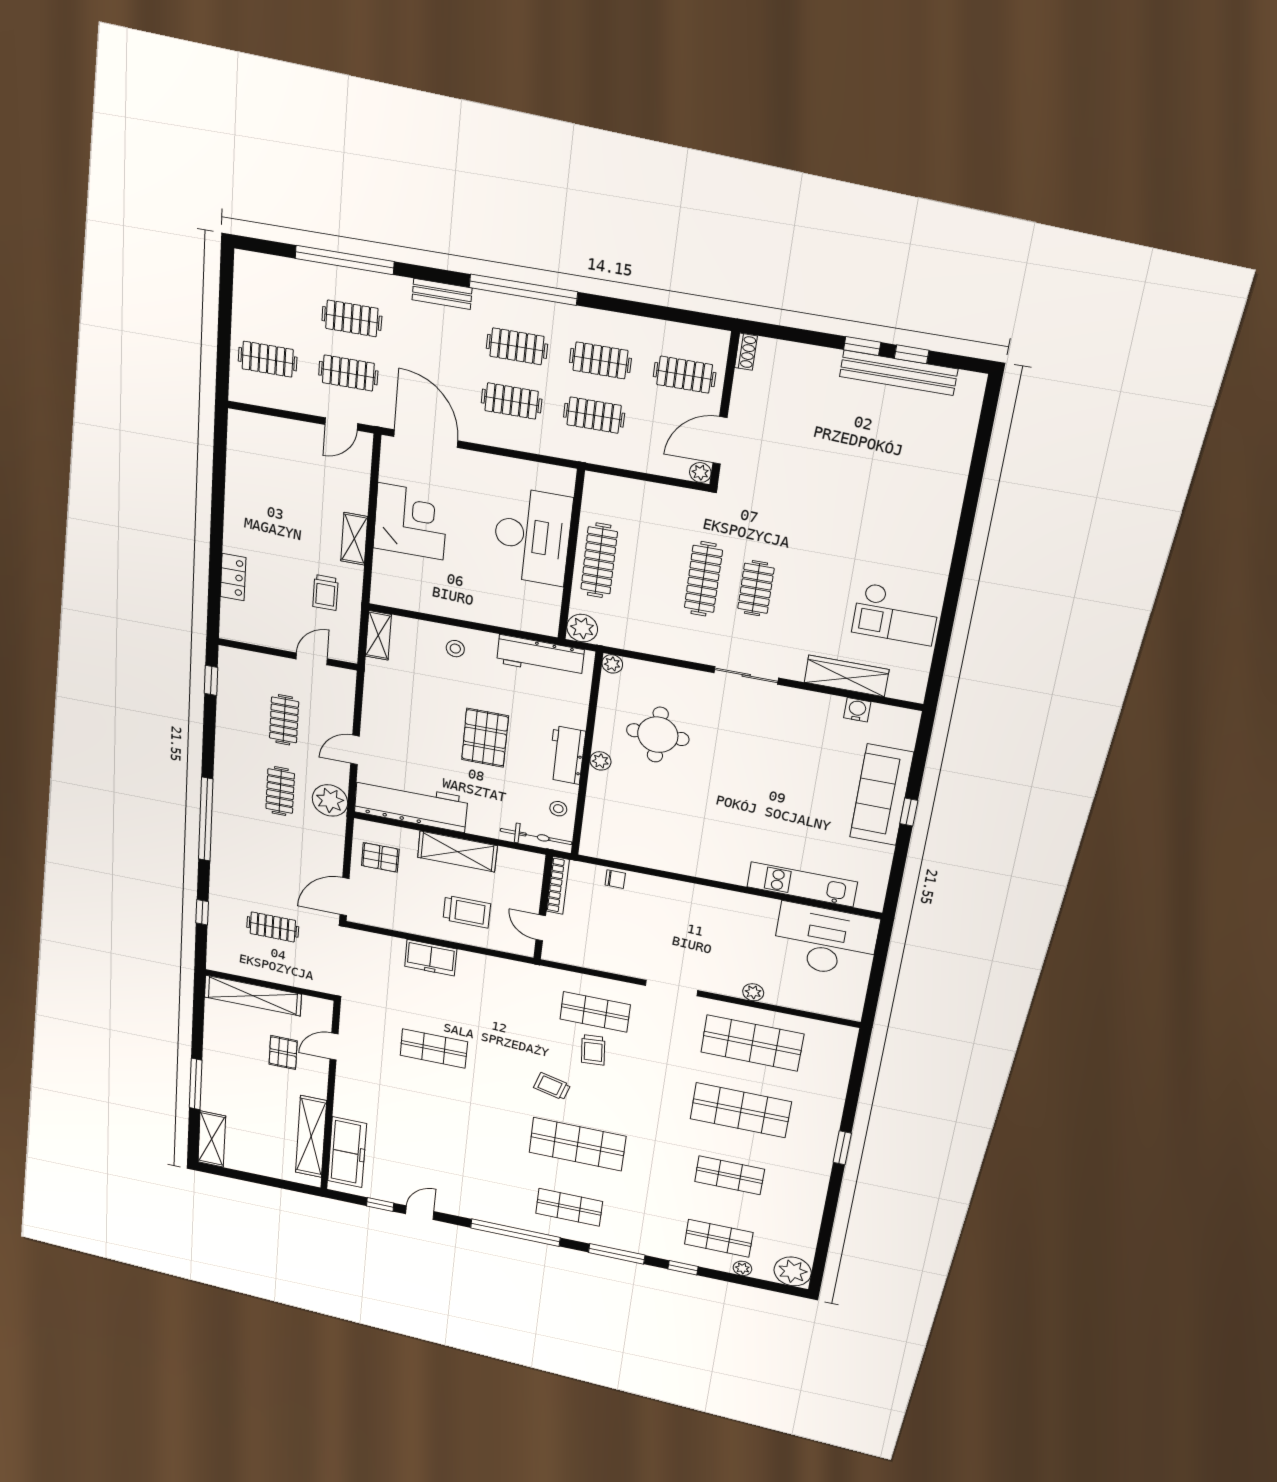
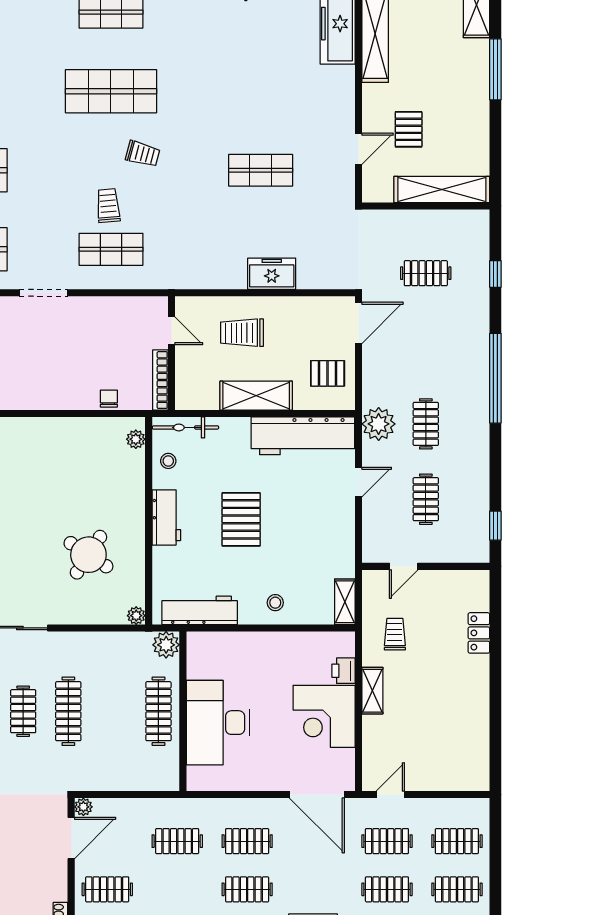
clothes rail: (600, 360) -> (457, 889), moved
printer: (385, 565) -> (343, 671), added
round table: (658, 735) -> (88, 555), turned 33
plant: (600, 761) -> (136, 439), moved
chair: (615, 879) -> (109, 399), turned 90

